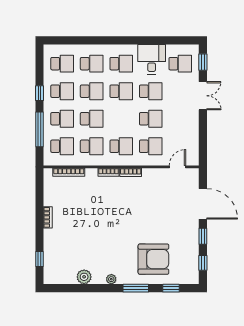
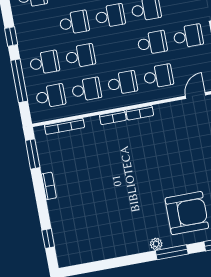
school desk: (62, 91) -> (188, 36), moved
window: (40, 190) -> (33, 154), added
plant: (84, 277) -> (106, 250), removed
plant: (111, 279) -> (156, 244), moved

